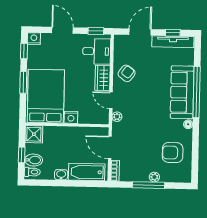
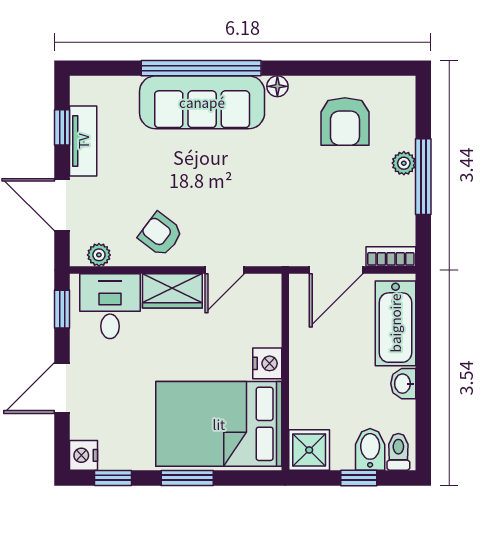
tv unit: (173, 42) -> (83, 141), width x0.71
plant: (117, 117) -> (99, 255), moved

